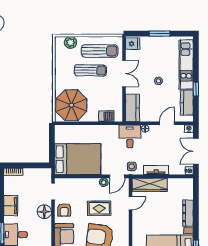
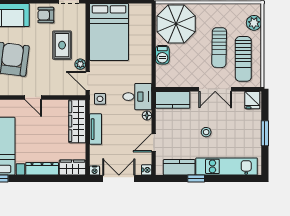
barbecue: (106, 116) -> (162, 55), moved
door: (167, 123) -> (154, 143), swing flipped
wardrobe: (187, 189) -> (72, 167), added
door: (131, 203) -> (33, 97), moved
rug: (99, 208) -> (62, 45), moved

